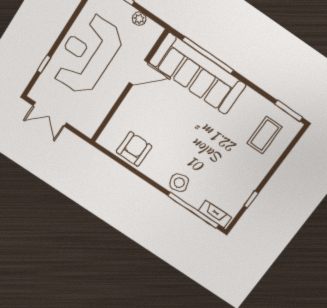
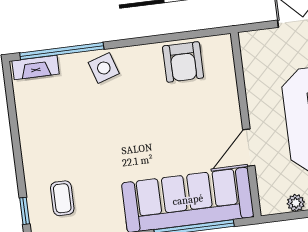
coffee table: (265, 135) -> (62, 198), width x0.73, depth x0.77
window: (251, 199) -> (25, 211), moved

